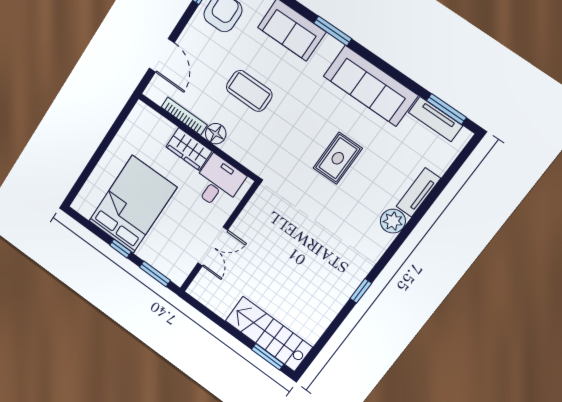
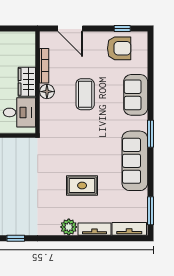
window: (333, 31) -> (150, 134), moved
door: (162, 55) -> (70, 28), hinge flipped
tv unit: (435, 119) -> (129, 229), moved, turned 90
rug: (338, 158) -> (82, 185), moved

